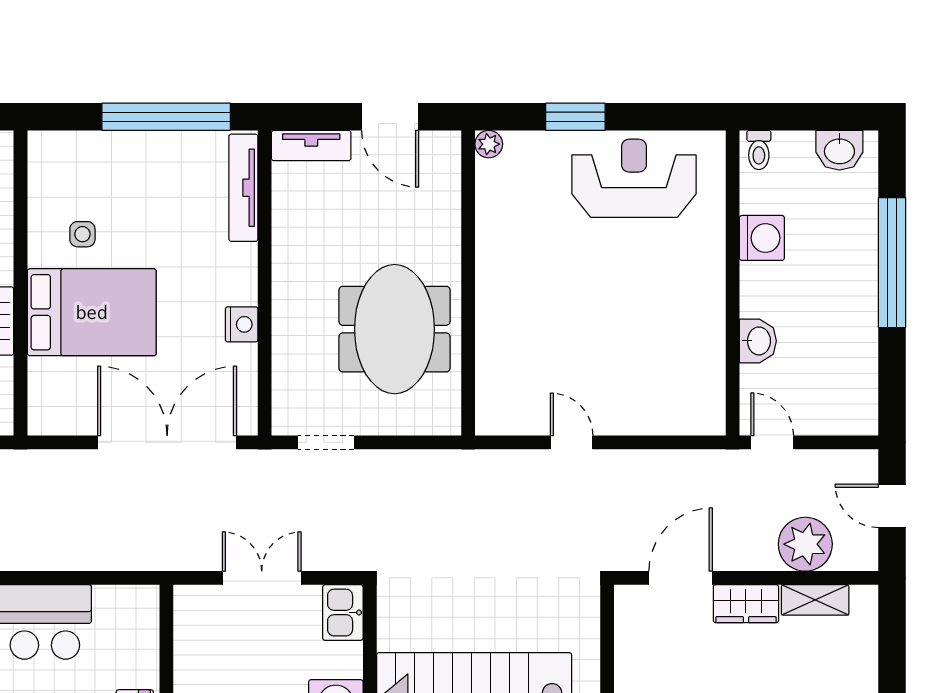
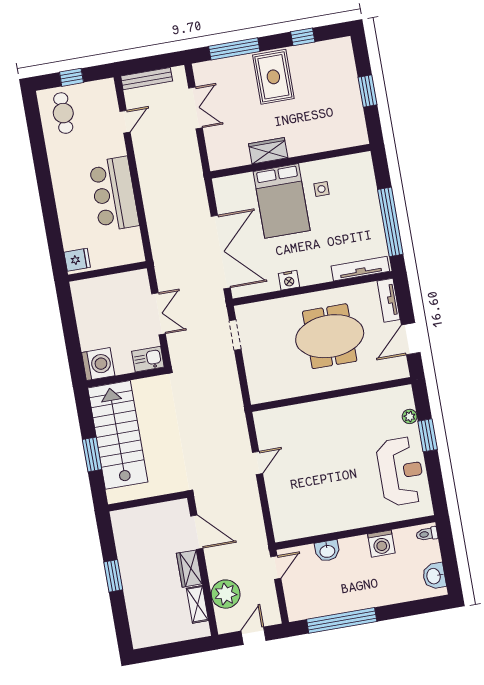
plant: (489, 144) -> (410, 416), moved
window: (892, 263) -> (342, 620), moved
meeting table: (395, 329) -> (330, 336), moved

